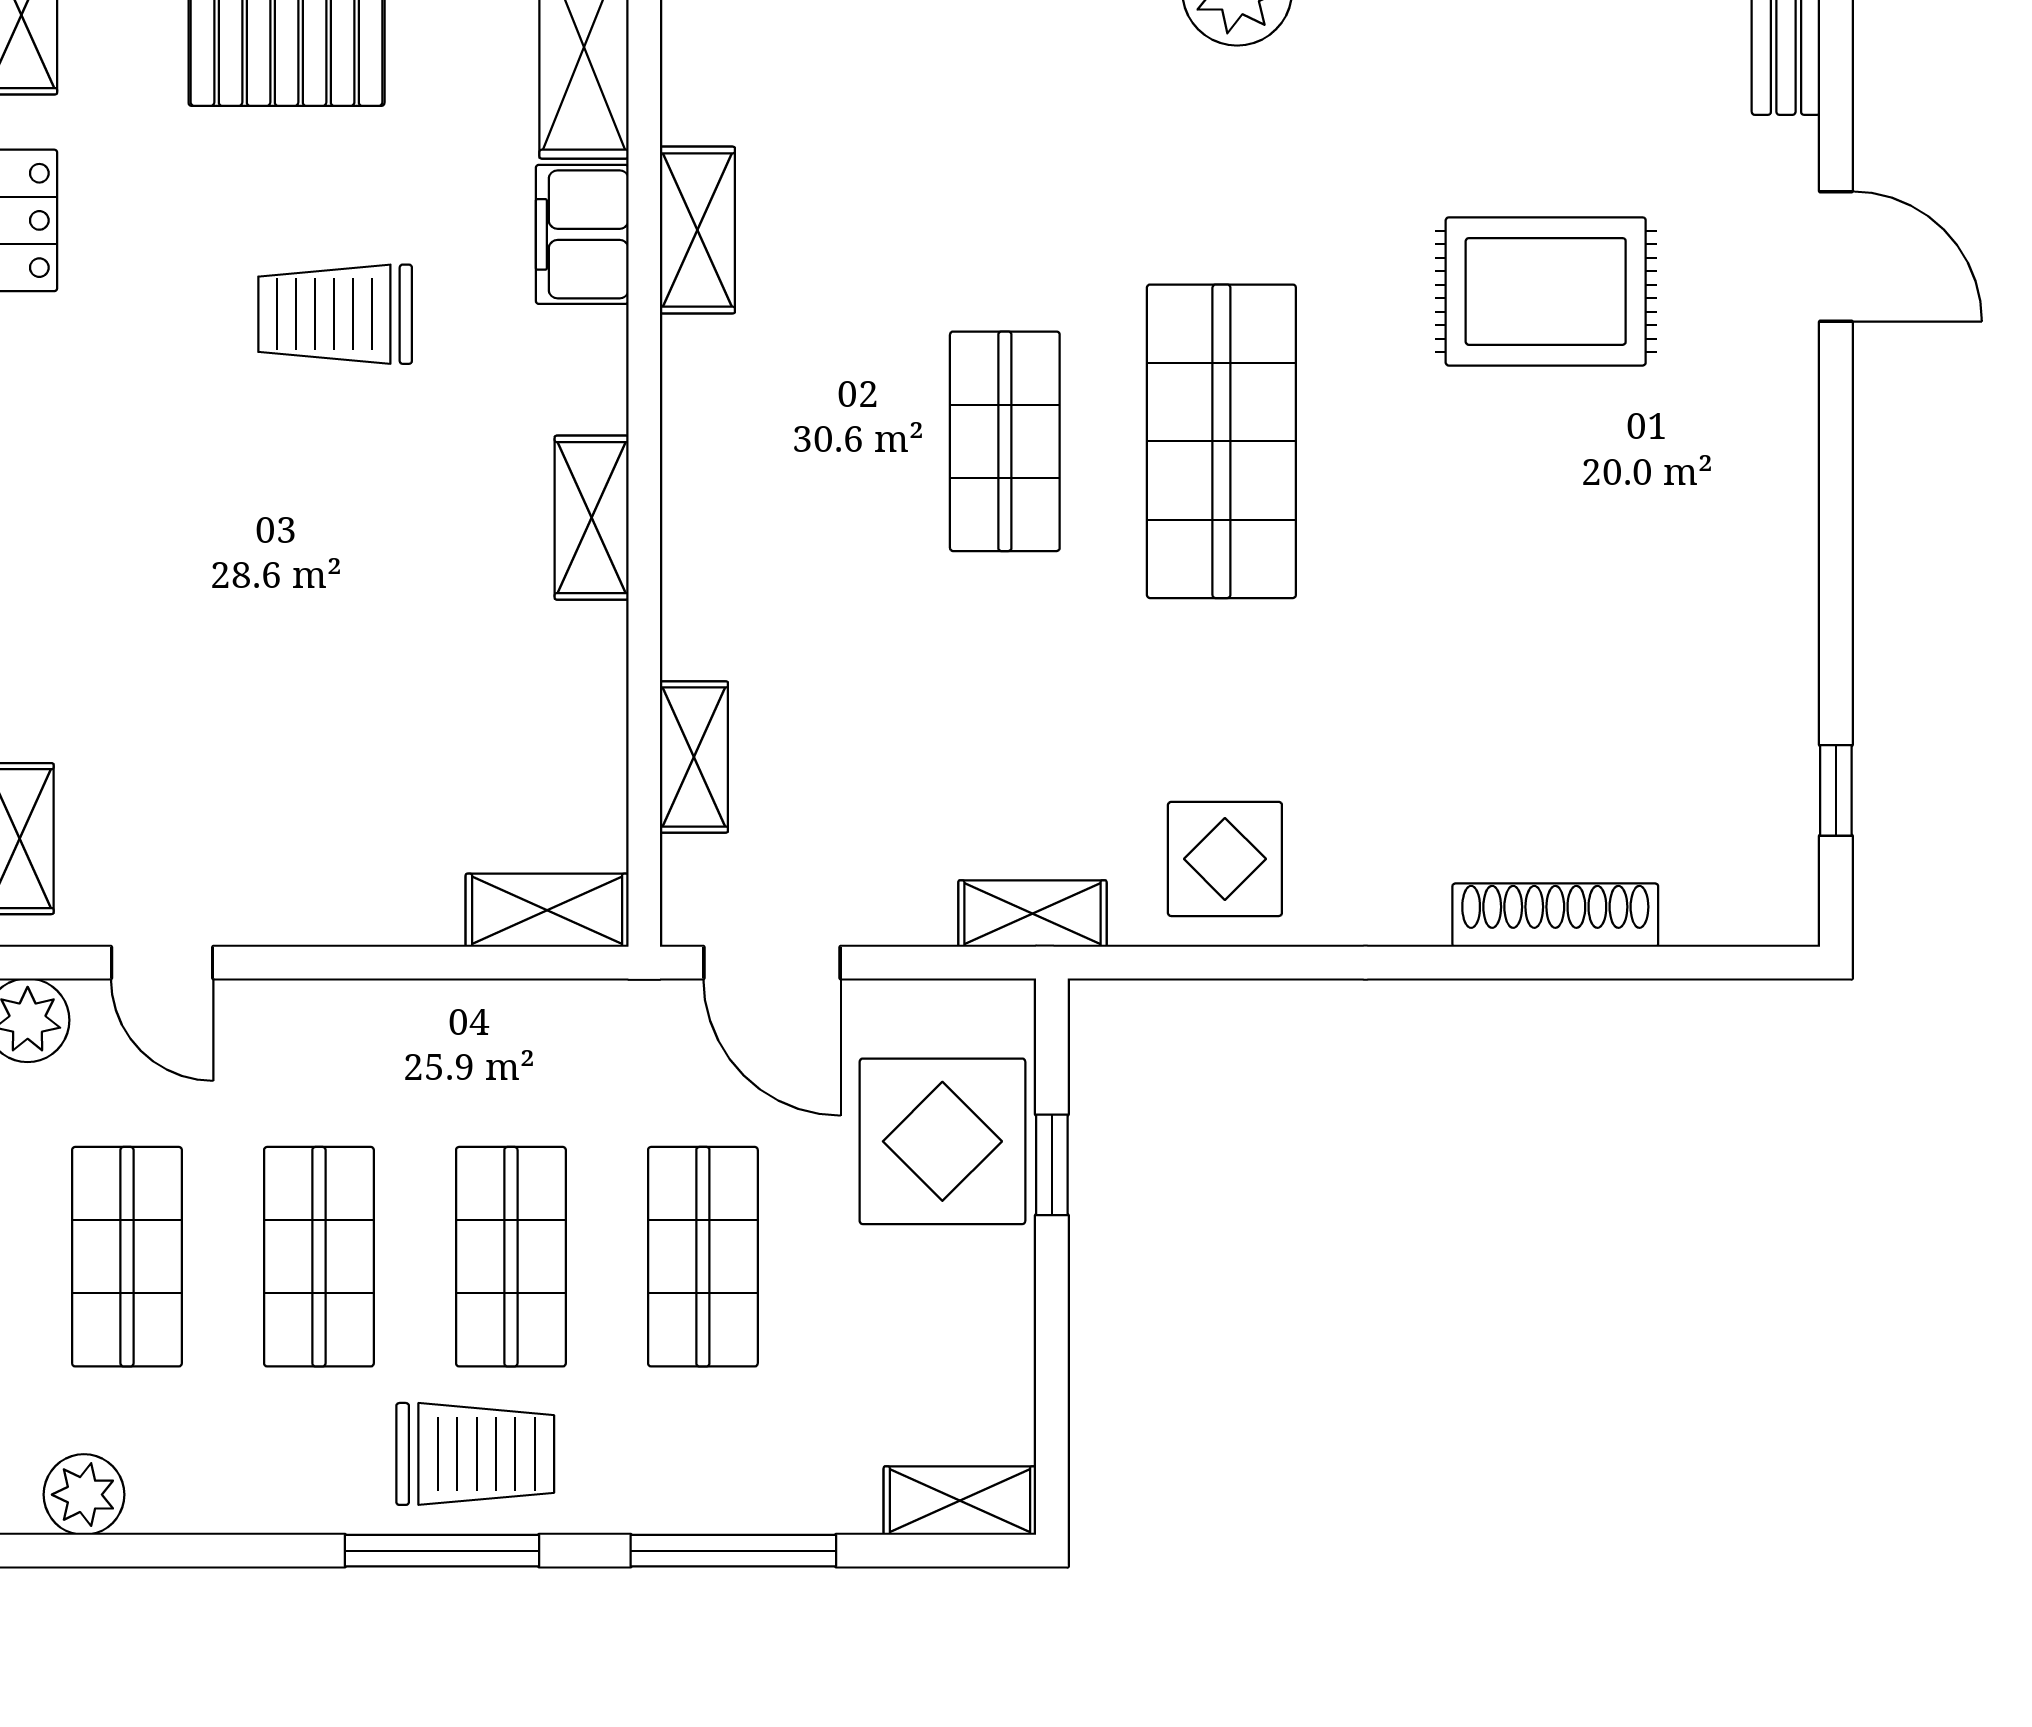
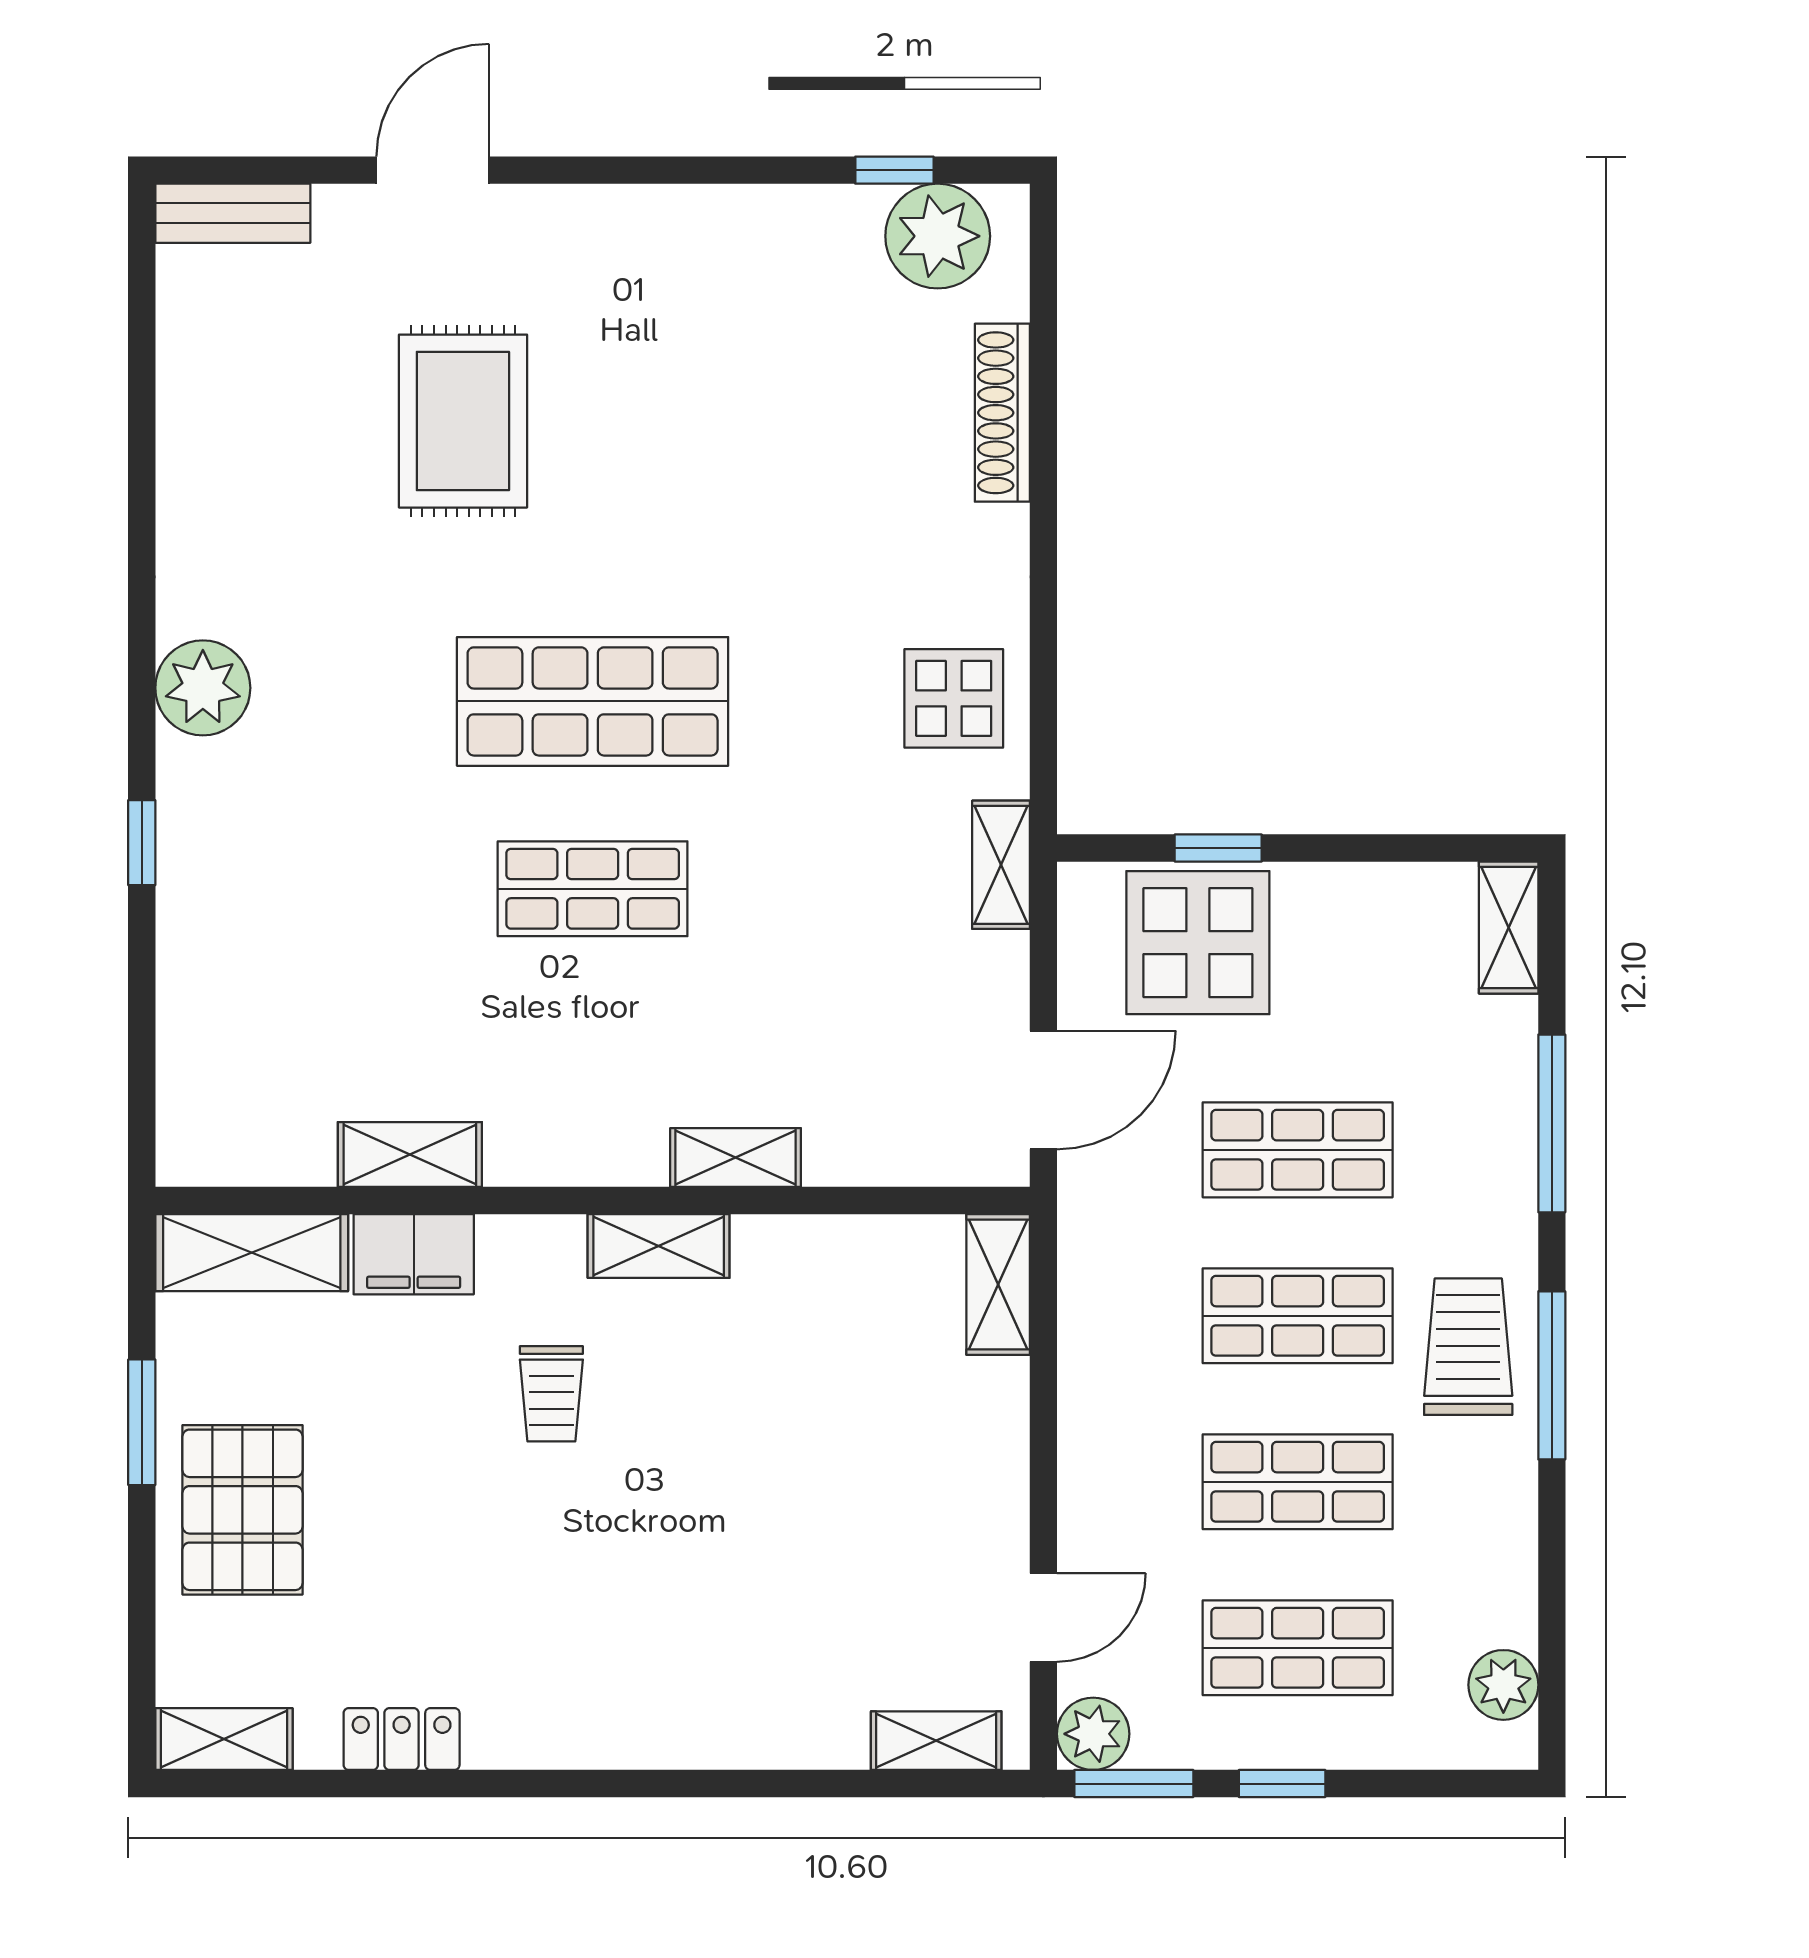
trolley: (335, 314) -> (551, 1394), moved, width x0.73, depth x0.72
shelving: (694, 757) -> (736, 1158), moved
plant: (1760, 840) -> (938, 236), added

